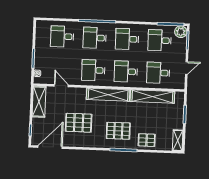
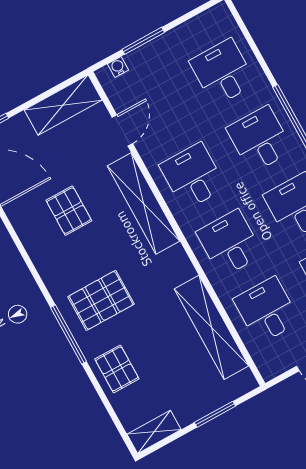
shelving: (108, 95) -> (144, 203), moved
pallet: (79, 123) -> (69, 211), width x0.67, depth x0.71
pallet: (118, 131) -> (101, 300), turned 90

